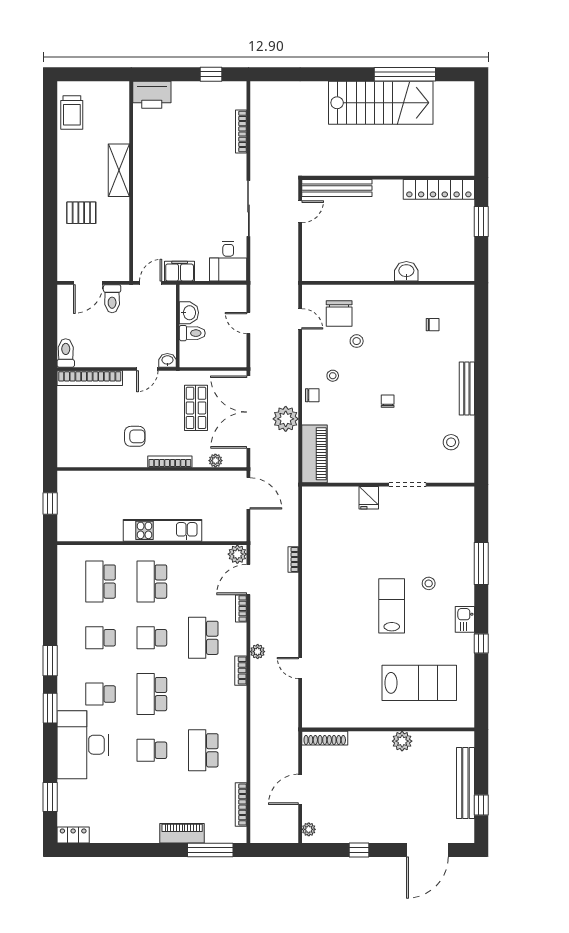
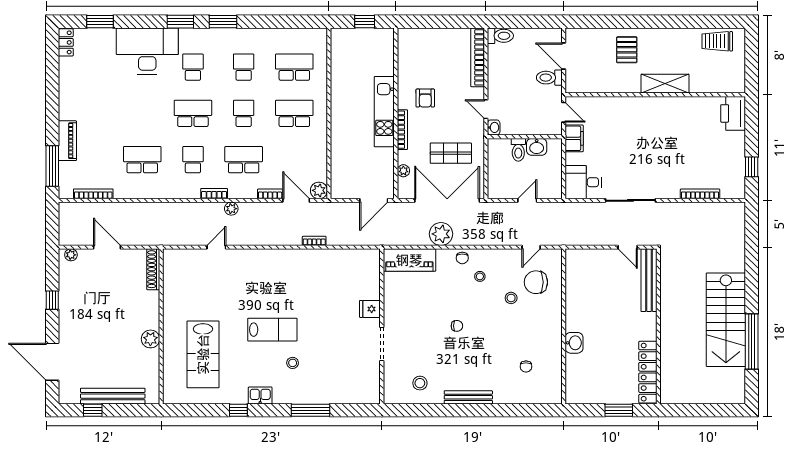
kitchen unit: (162, 530) -> (384, 112), moved, turned 180
school desk: (152, 750) -> (193, 160), moved

